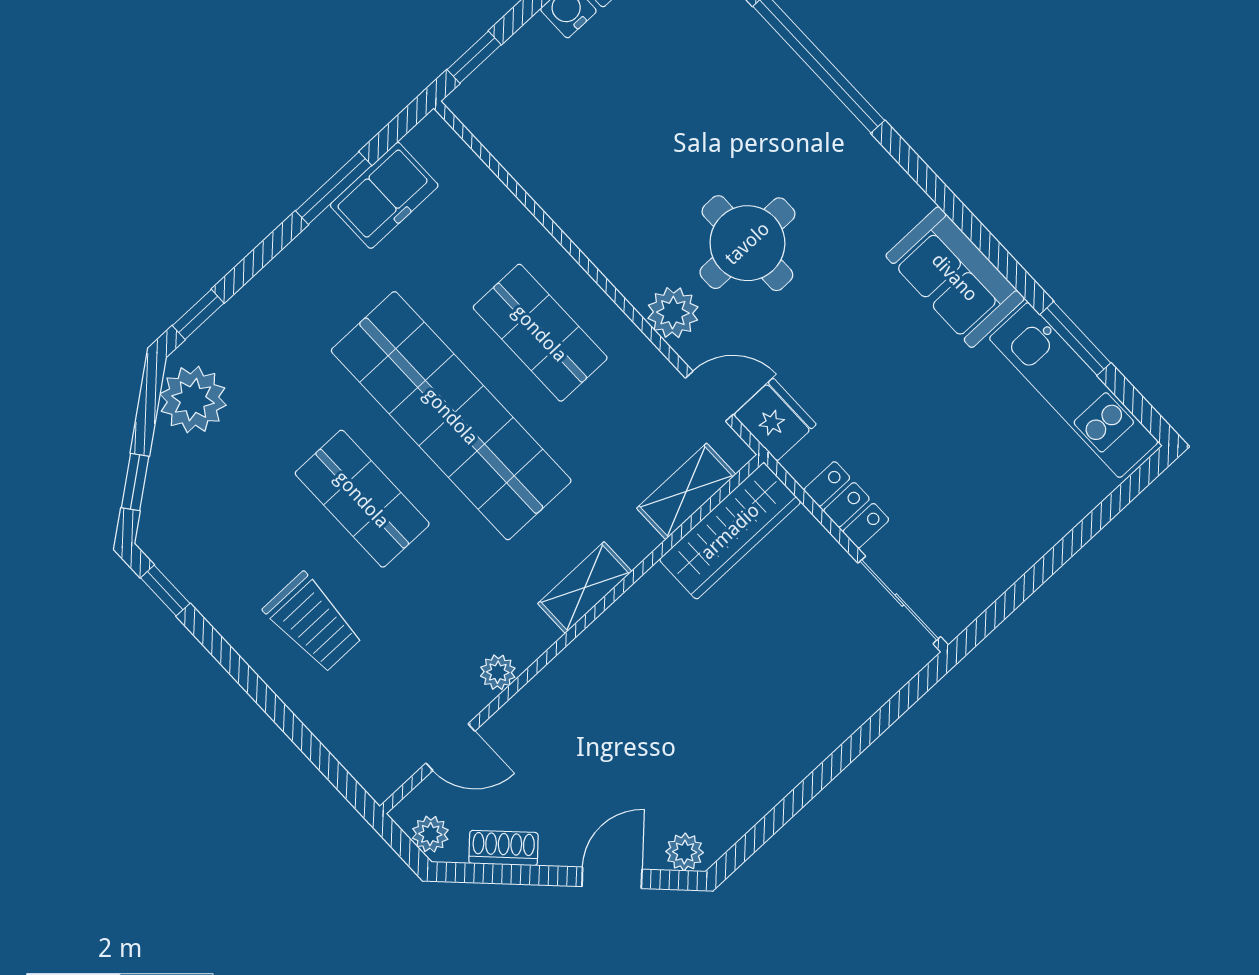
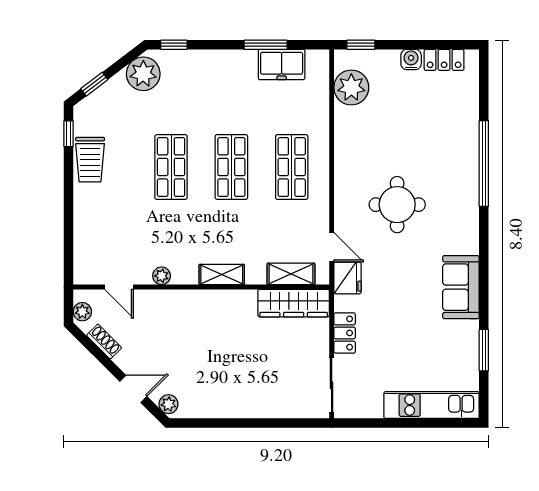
plant: (673, 313) -> (351, 87), moved, width x1.36, depth x1.36
kitchen unit: (1074, 390) -> (432, 405), moved, turned 90
shop shelf: (451, 416) -> (231, 167), width x0.50, depth x0.74
trolley: (313, 623) -> (90, 160), moved

